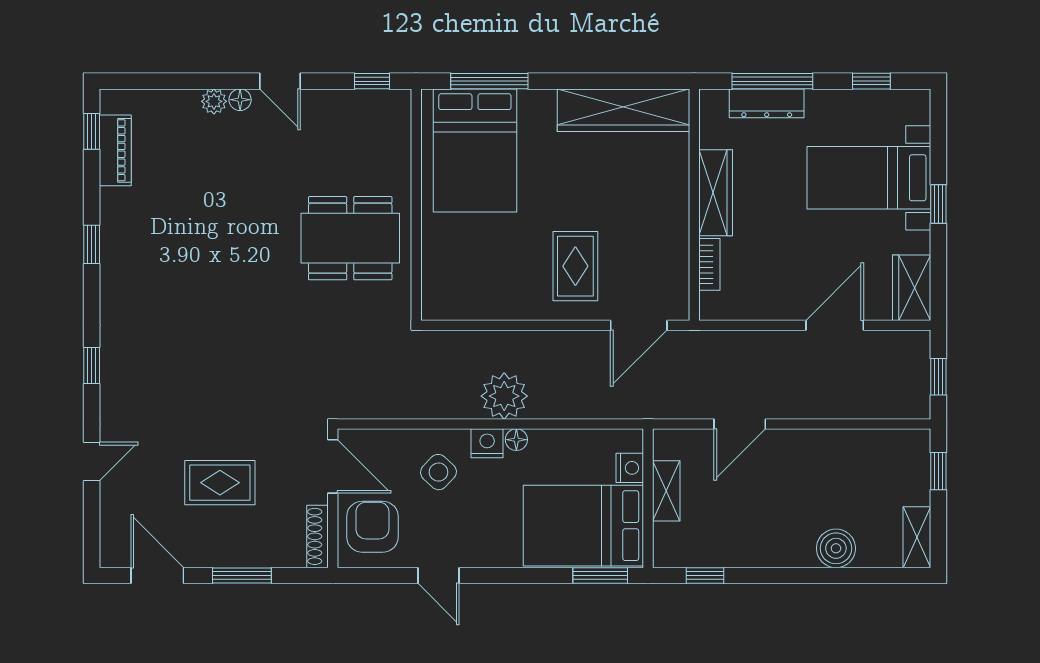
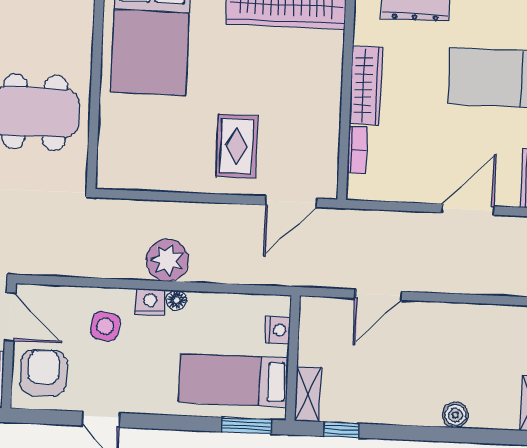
side table: (438, 472) -> (105, 326), turned -34
shelving: (666, 491) -> (308, 394), moved
bed: (583, 526) -> (234, 380), width x0.67
boiler: (836, 548) -> (455, 415), width x0.73, depth x0.73

